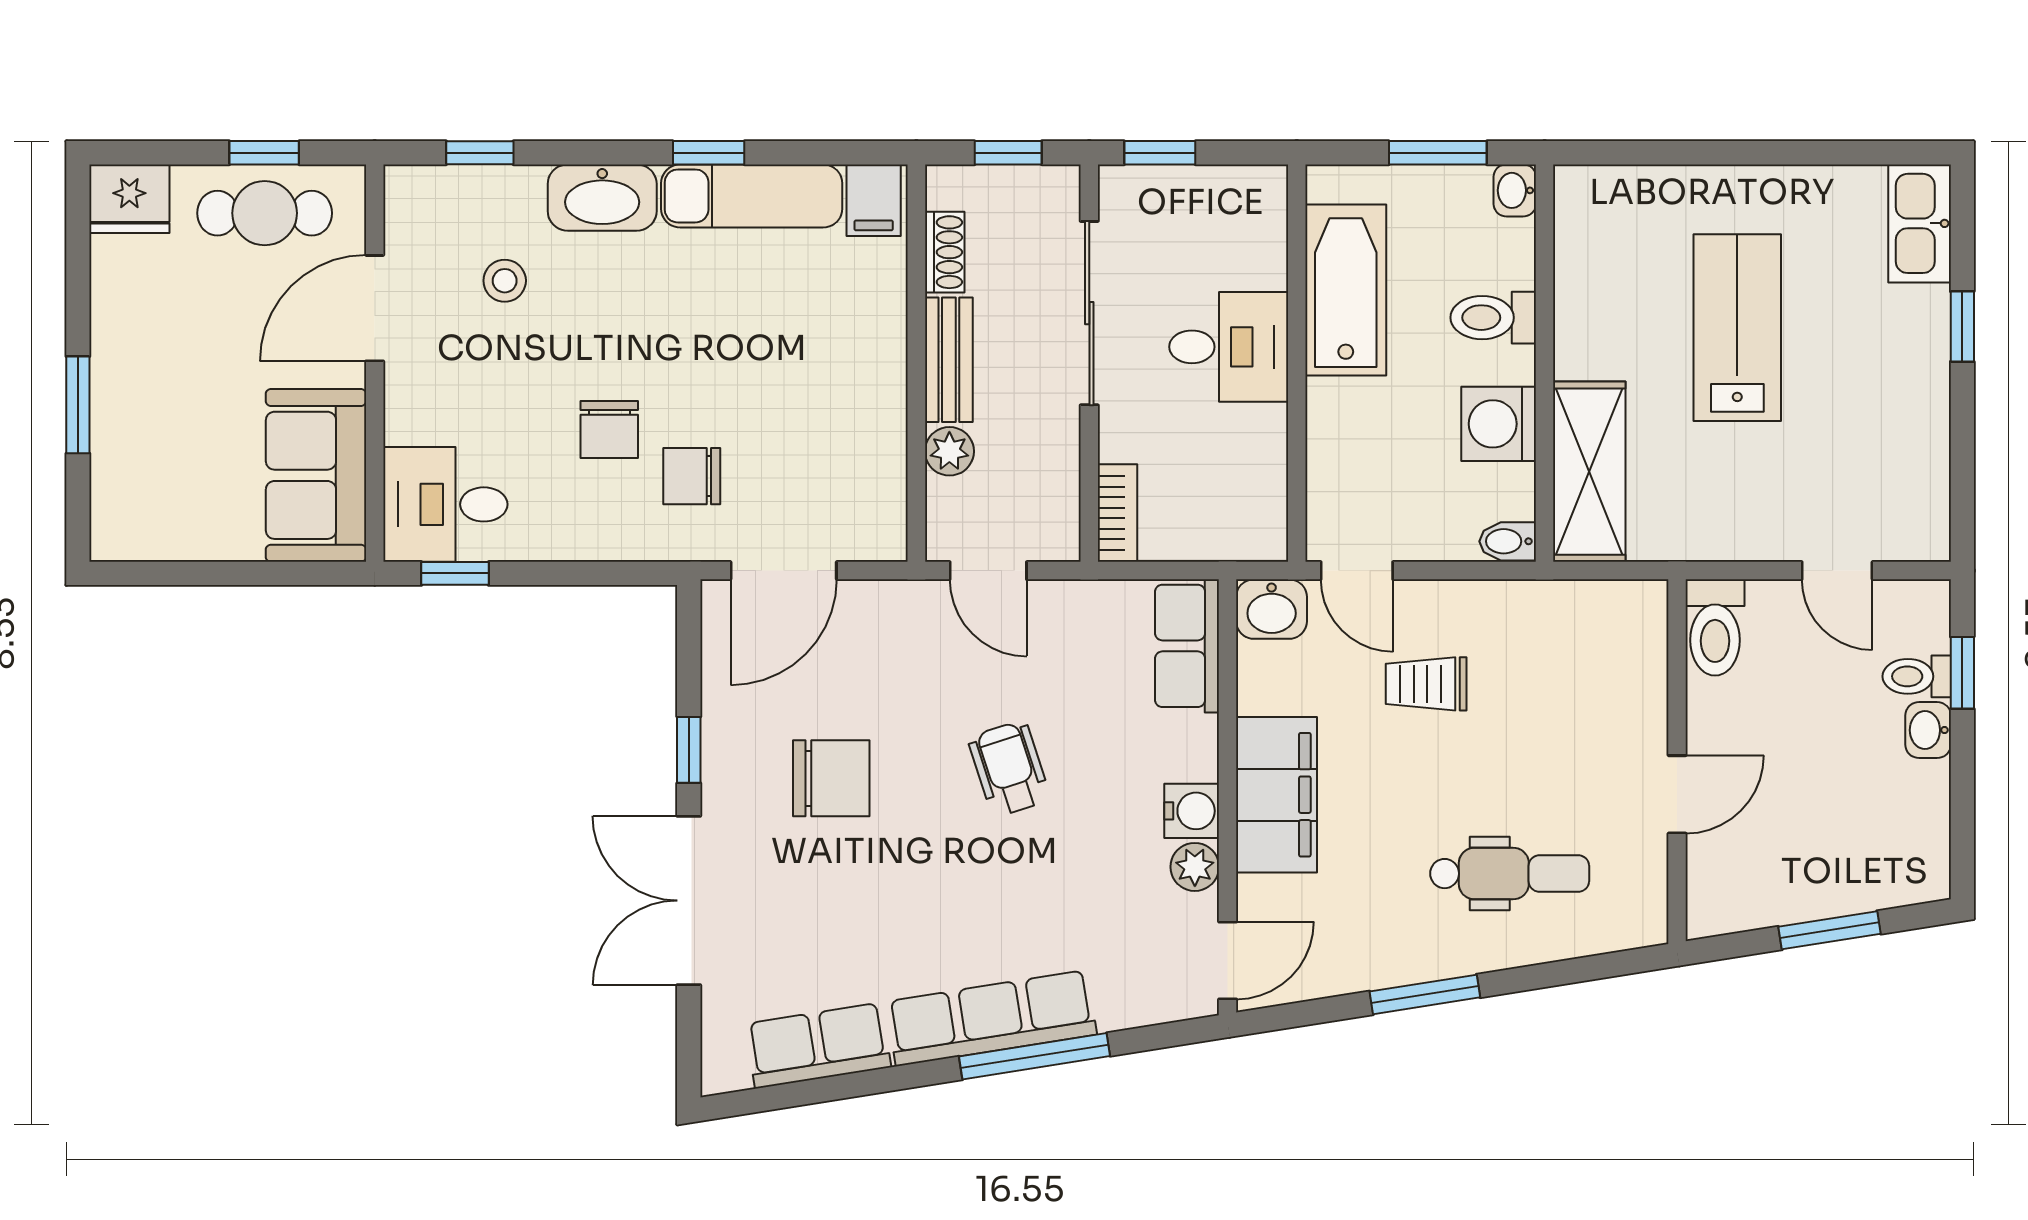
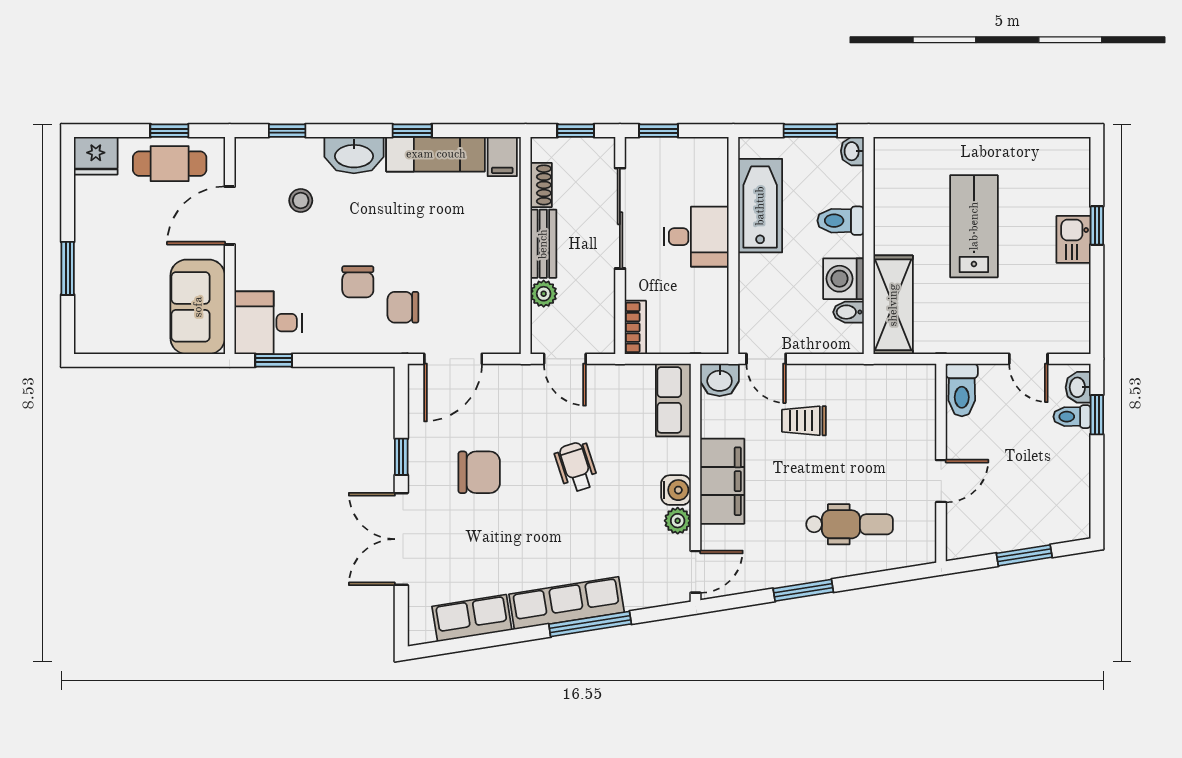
kitchen sink: (1920, 223) -> (1073, 239), moved, width x0.73
bidet: (1508, 541) -> (848, 312), moved
washbasin: (1928, 730) -> (1078, 387), moved

